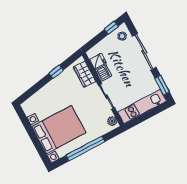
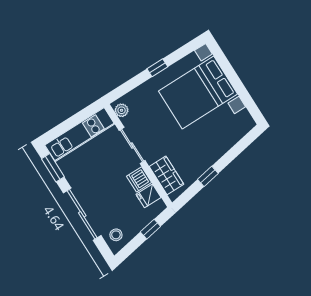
window: (111, 28) -> (150, 229), moved
window: (85, 148) -> (157, 68), width x0.32

